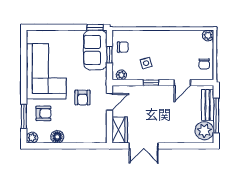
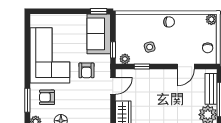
chair: (123, 47) -> (169, 22), moved
window: (109, 55) -> (113, 50), moved
window: (151, 83) -> (142, 67), moved
armchair: (82, 98) -> (86, 70), moved
armchair: (43, 113) -> (47, 97), turned 180

